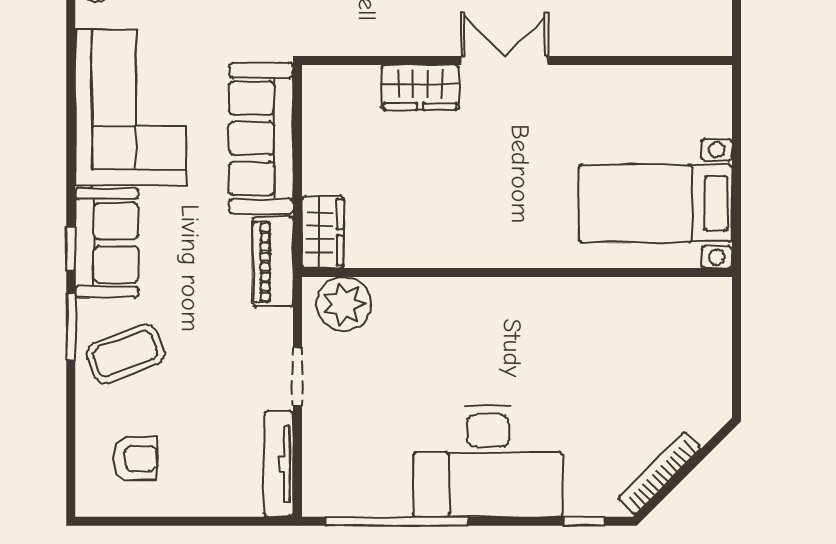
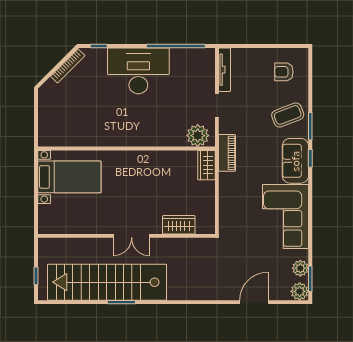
wardrobe: (420, 87) -> (179, 225), moved
sofa: (261, 138) -> (232, 204), removed

